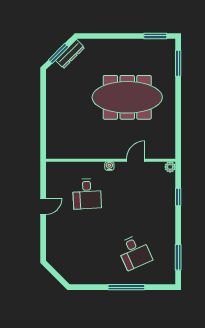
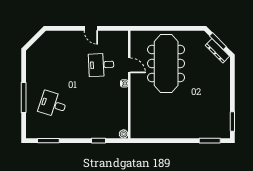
meeting table: (127, 97) -> (166, 63), moved
door: (136, 160) -> (129, 65), moved
desk: (134, 252) -> (53, 104), turned 42

